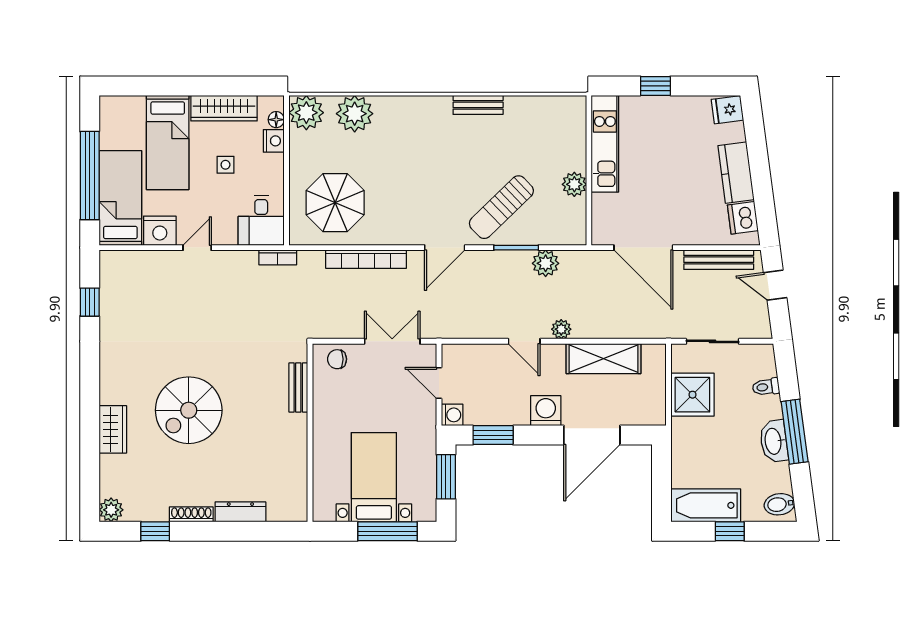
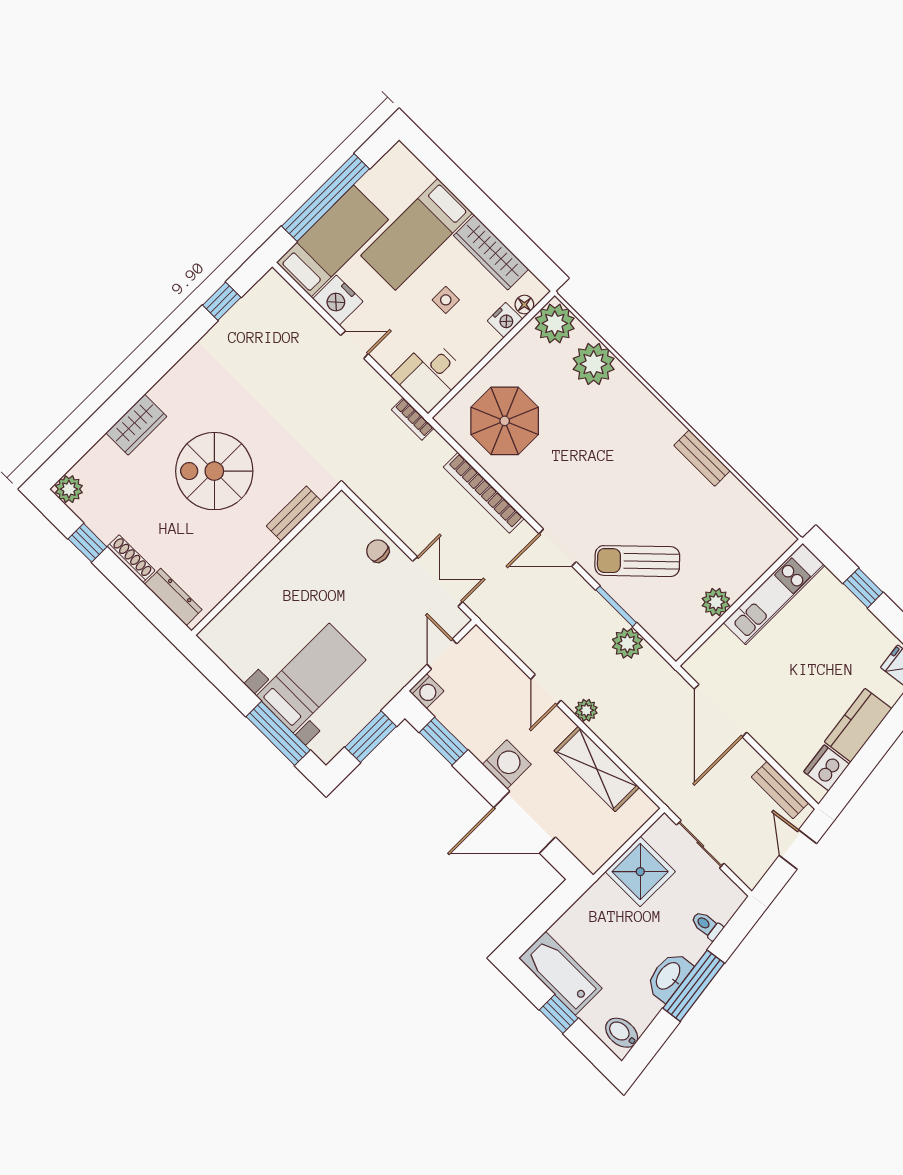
bench: (719, 260) -> (780, 790), width x0.73
bench: (298, 388) -> (294, 514), moved
wall: (310, 433) -> (266, 560), moved

